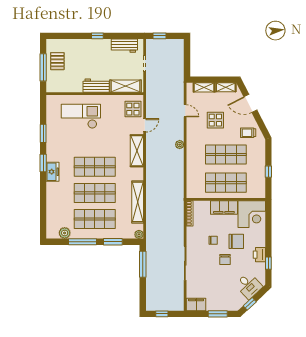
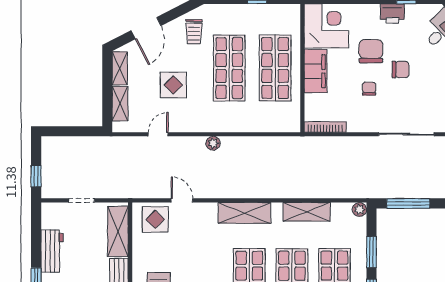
workbench: (124, 46) -> (52, 251), moved
shelving: (137, 151) -> (244, 213), moved
shelving: (138, 202) -> (307, 212), width x0.68

